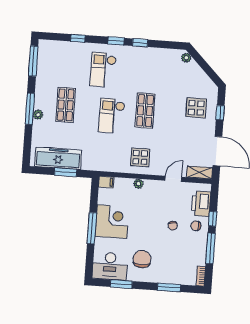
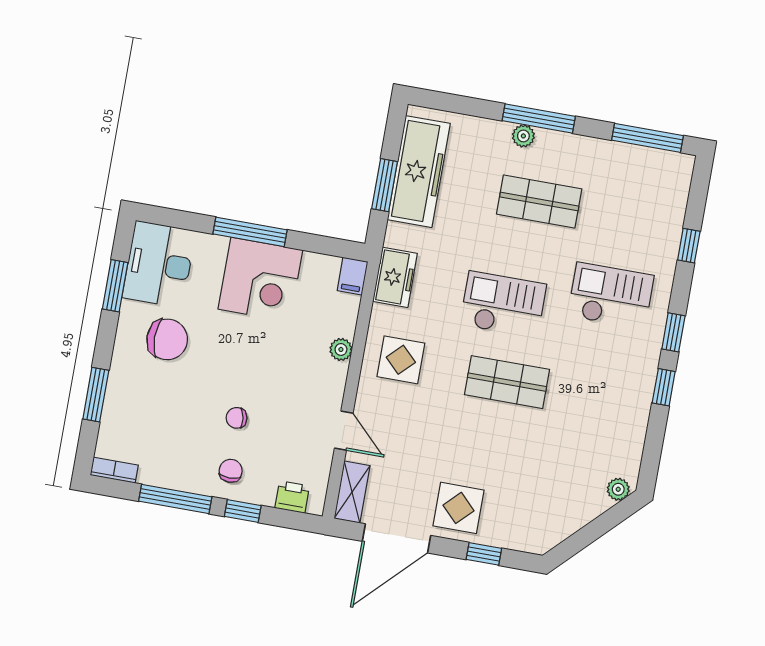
display table: (196, 108) -> (459, 508), moved
freezer: (105, 164) -> (395, 277), added
printer: (201, 204) -> (292, 497), width x0.53, depth x0.68

